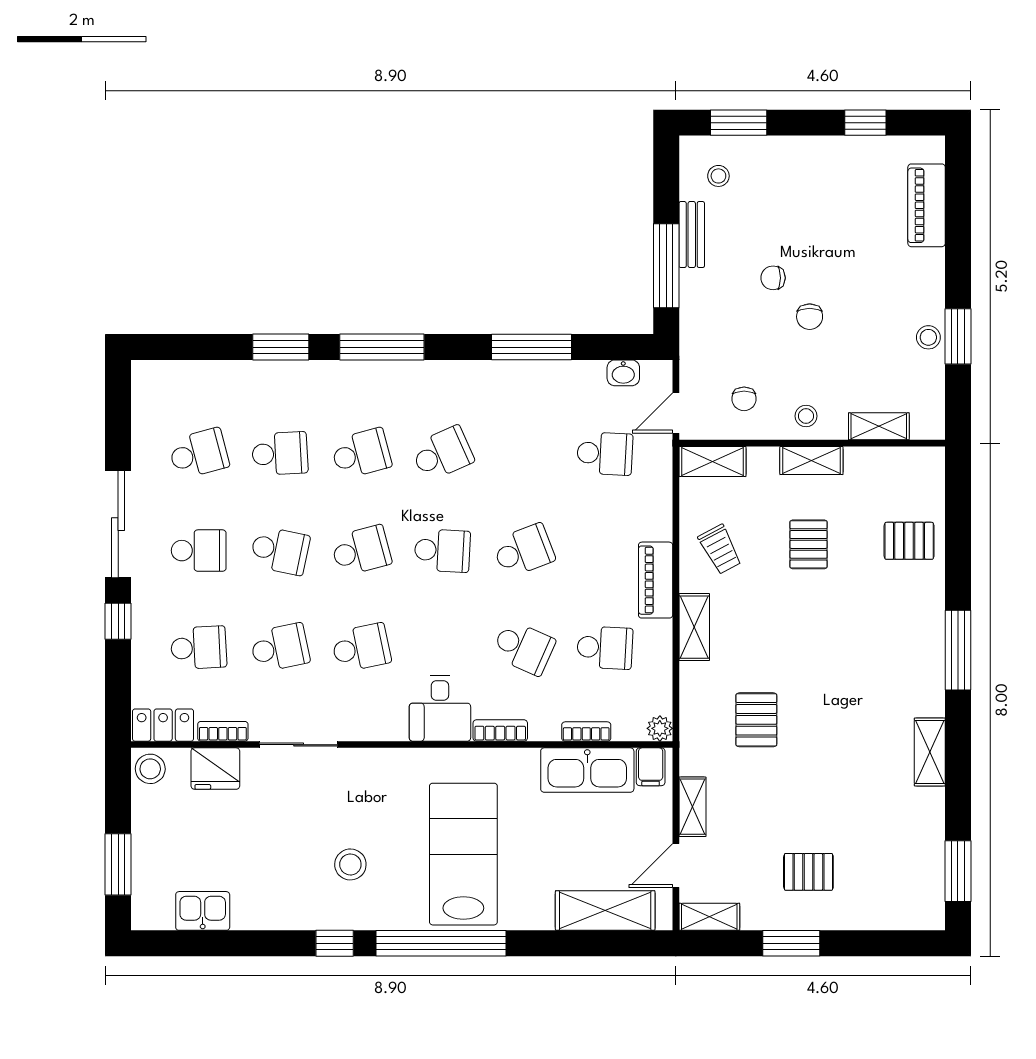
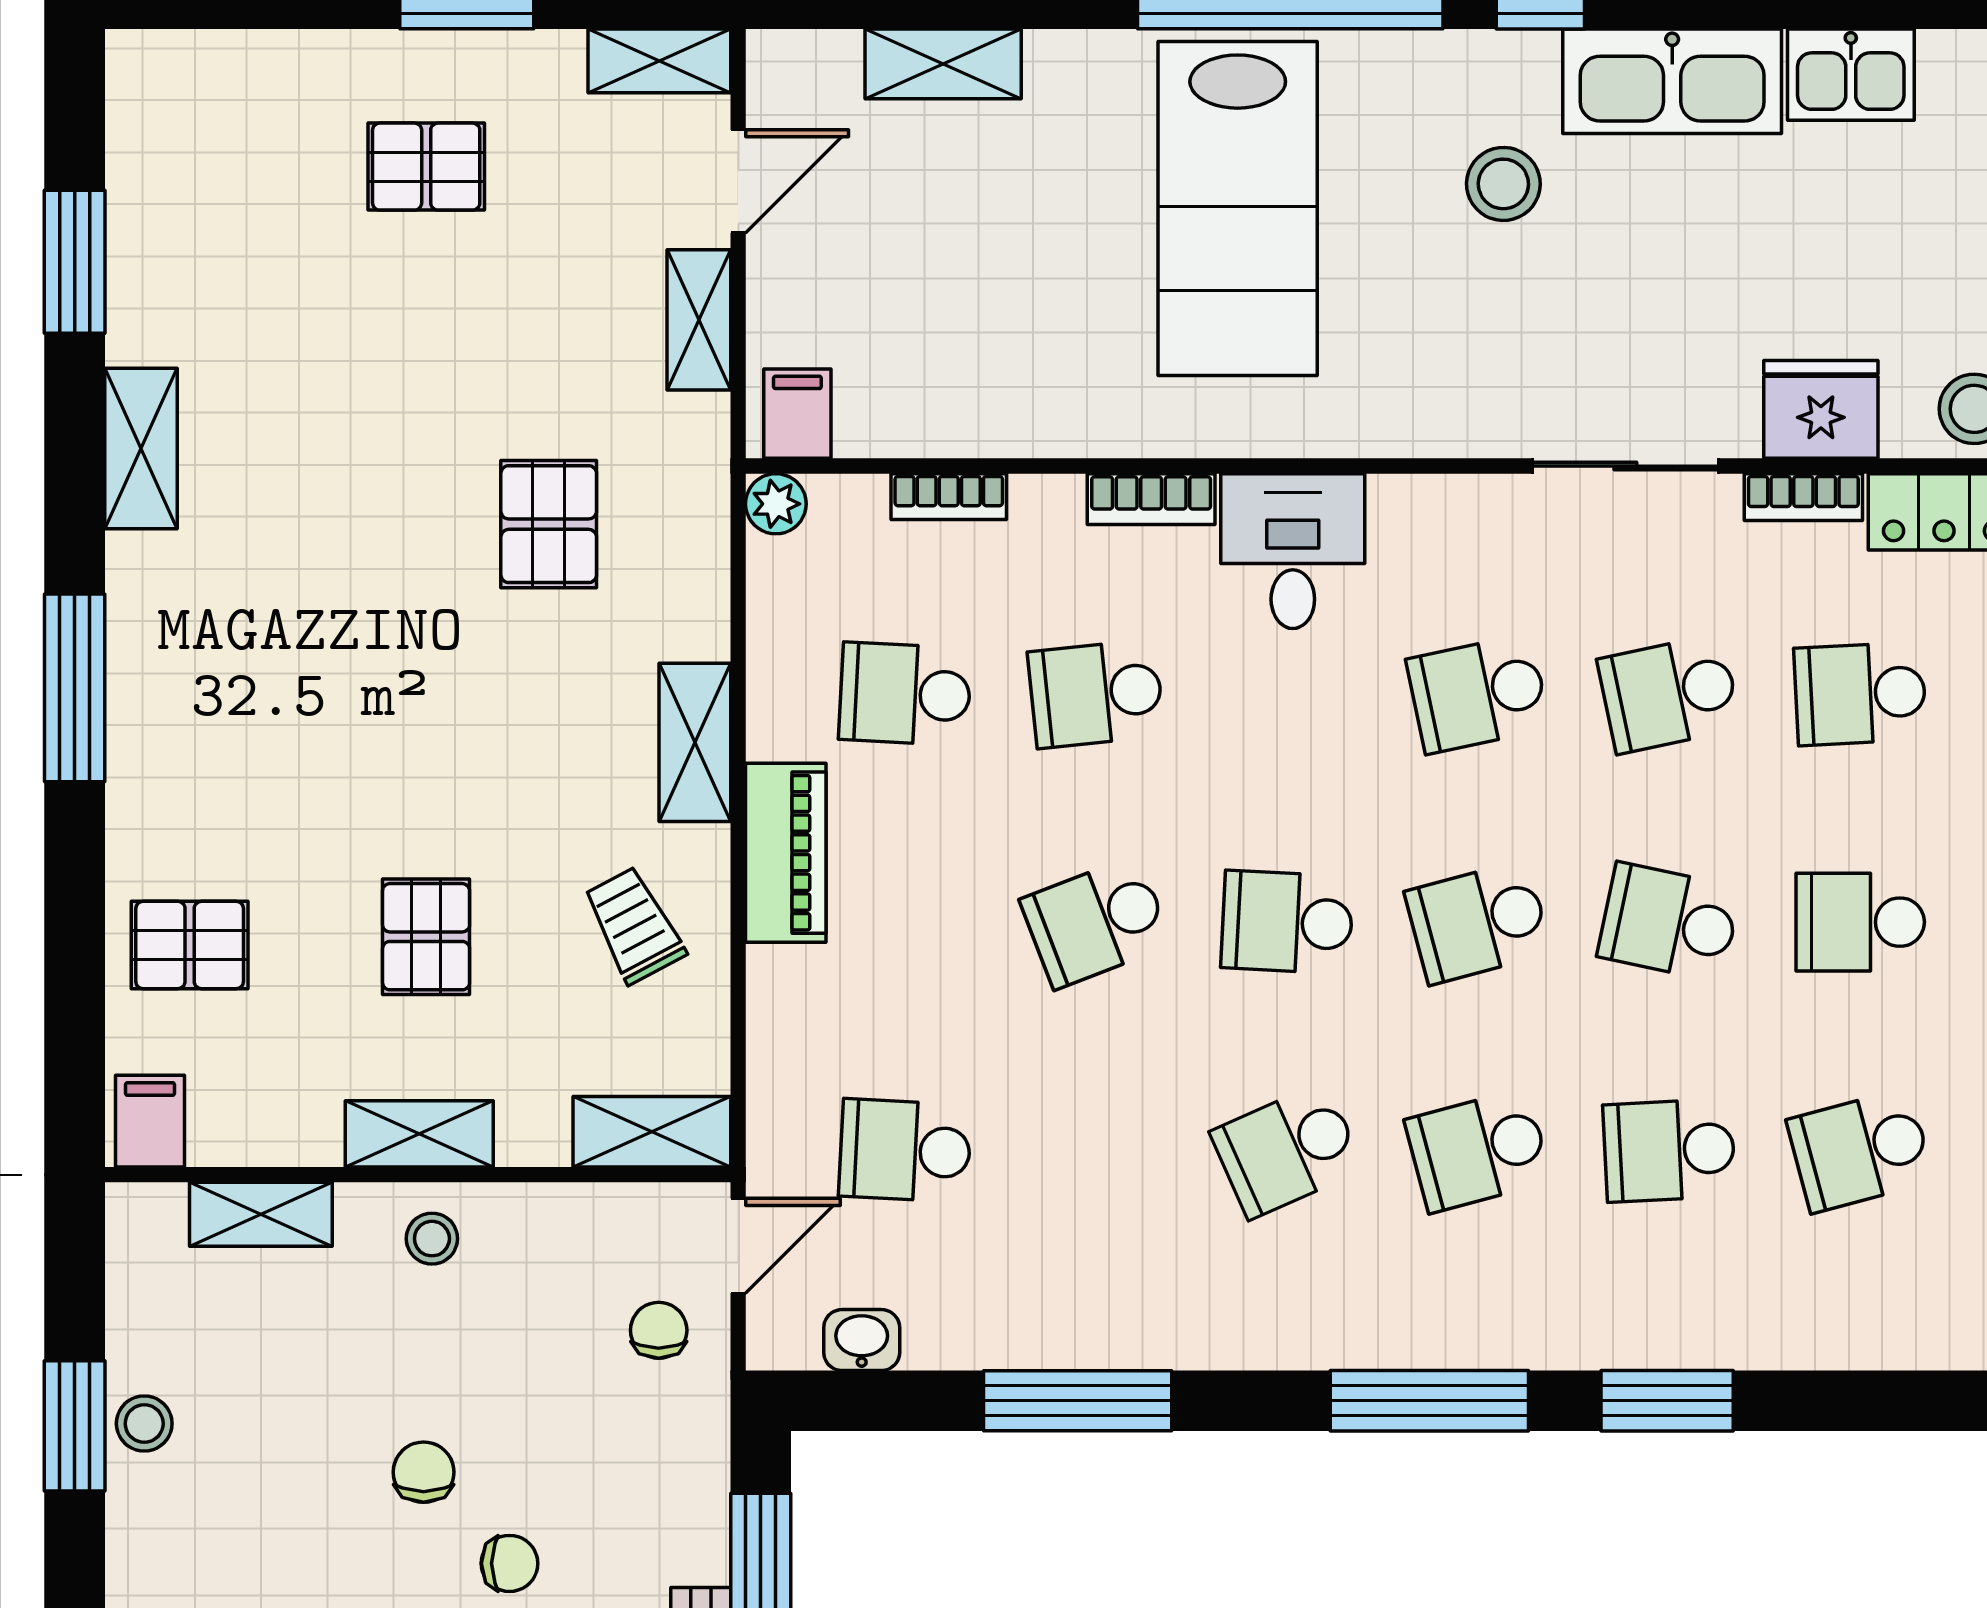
chair: (744, 399) -> (659, 1330), moved
filing cabinet: (926, 466) -> (150, 1121), added
school desk: (524, 648) -> (1096, 694), turned -30
kitchen sink: (587, 770) -> (1672, 81), moved, turned 180
window: (958, 871) -> (75, 262), moved
shelving: (605, 911) -> (943, 64), width x0.67, depth x0.75

